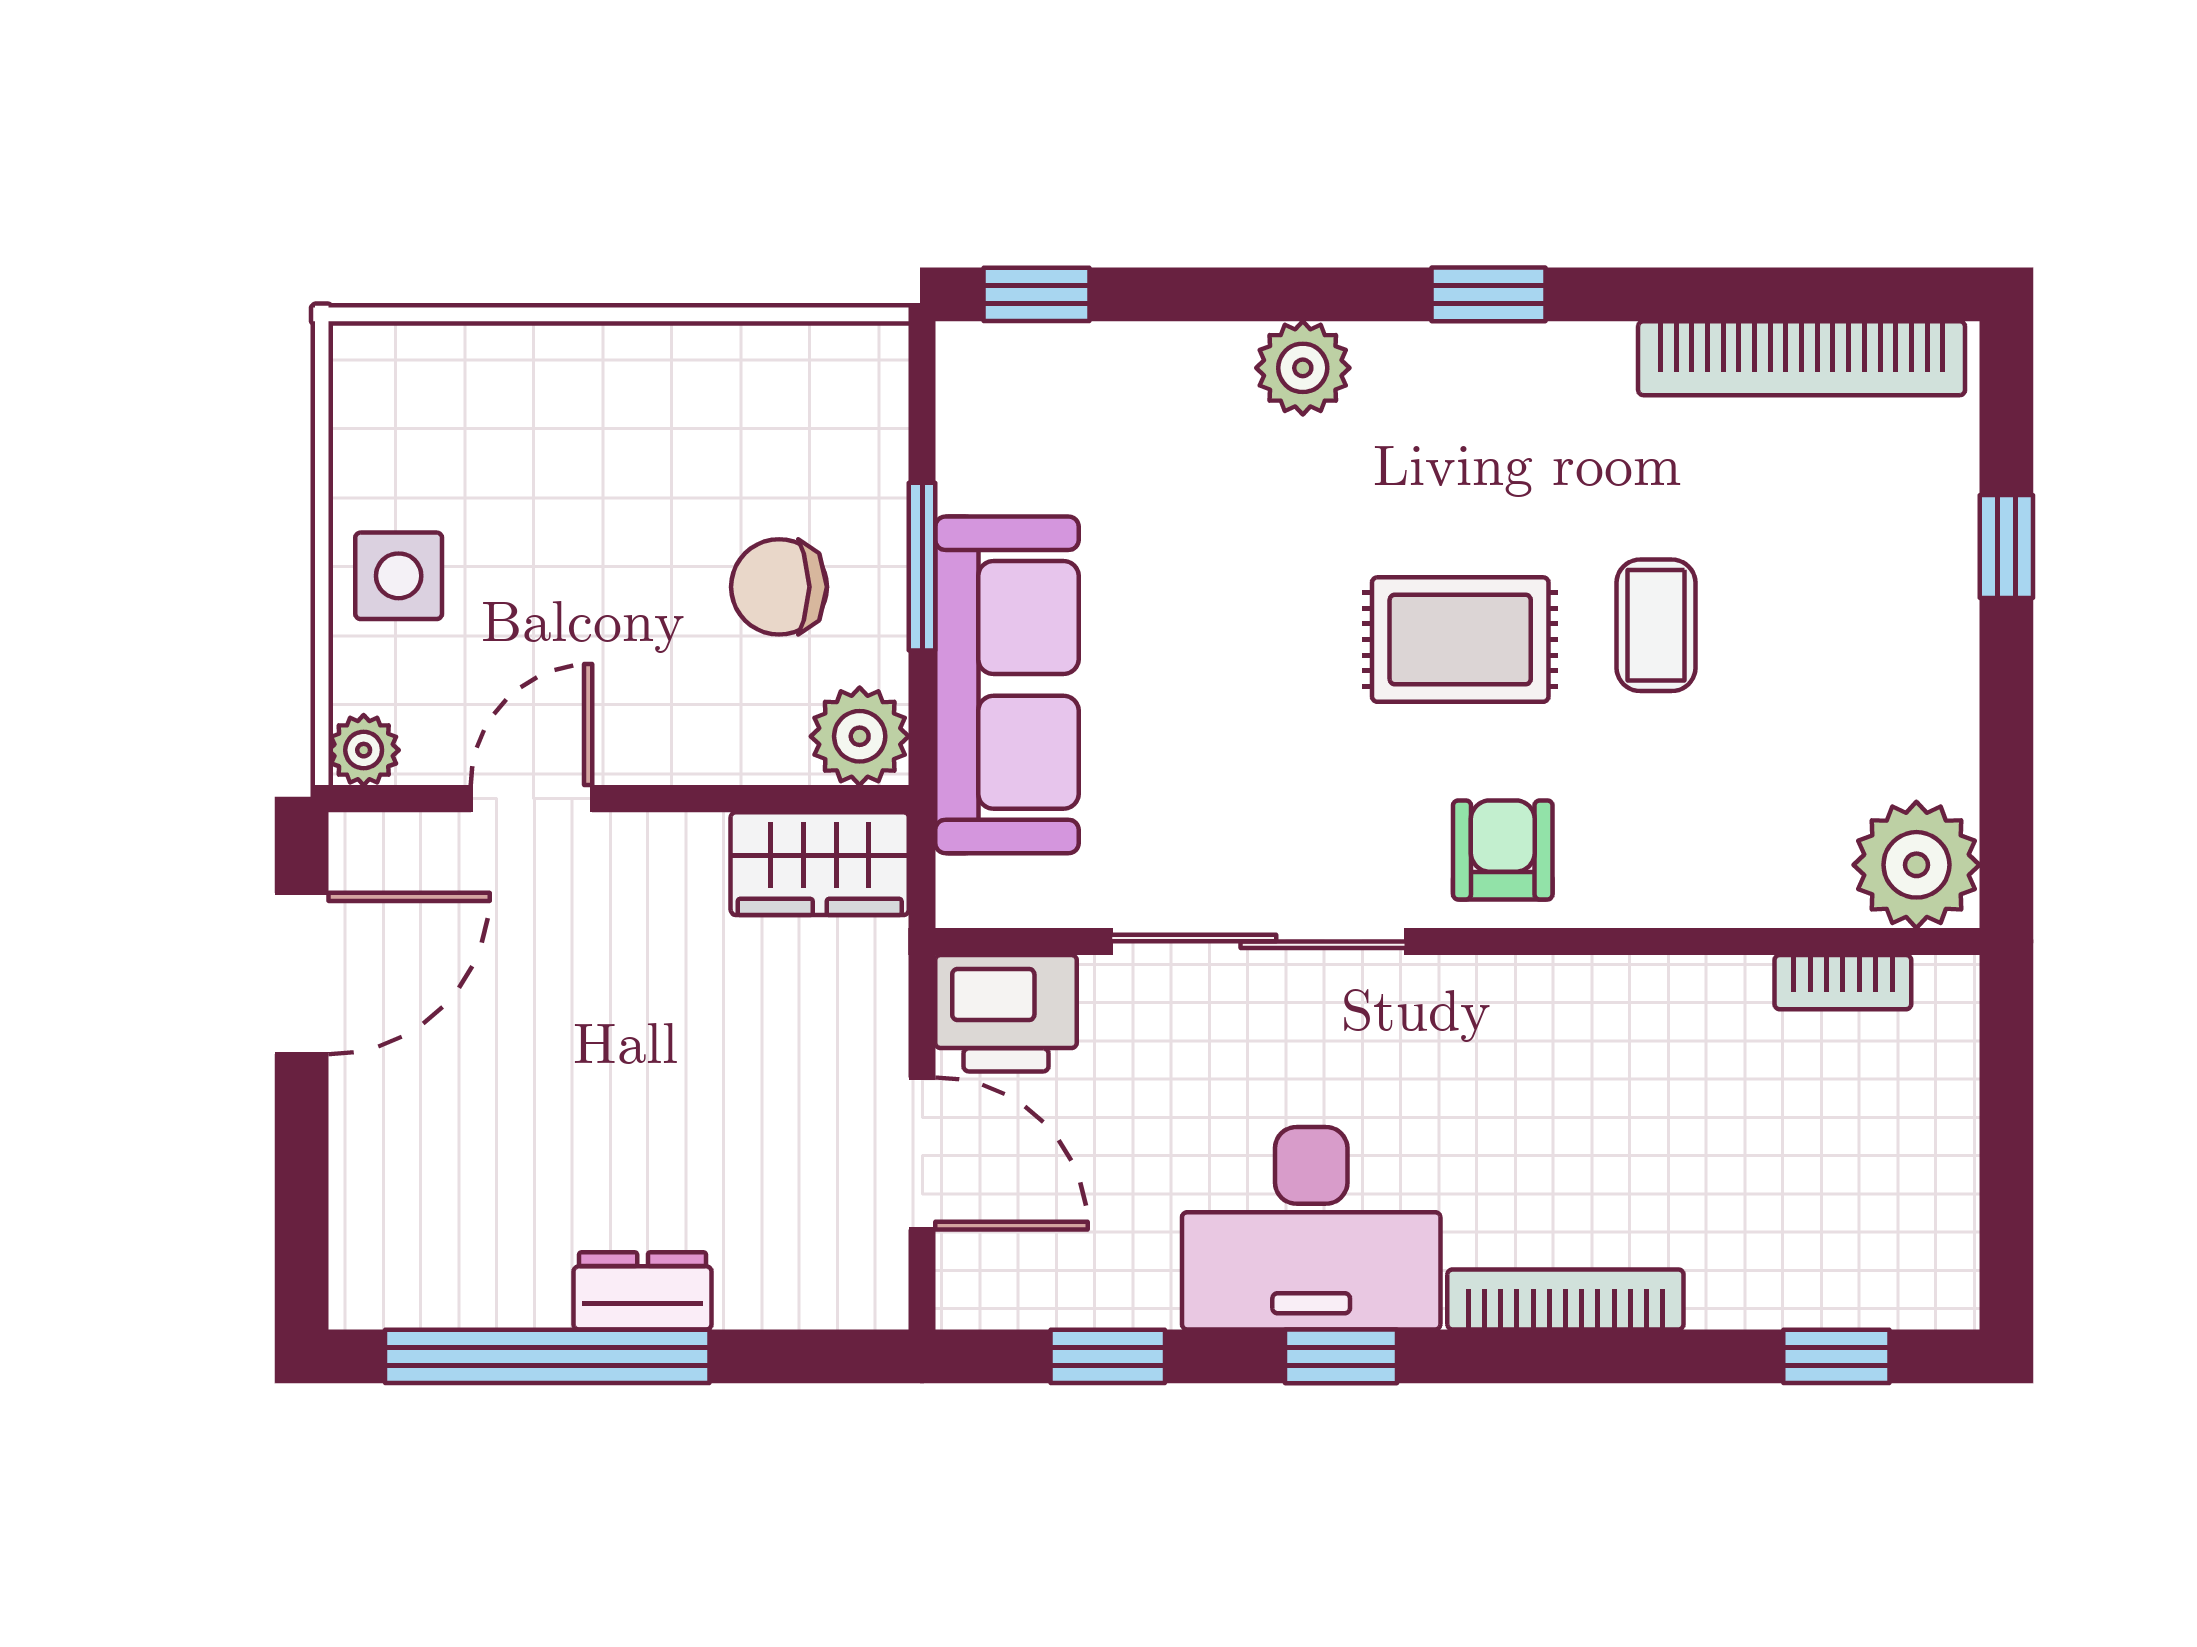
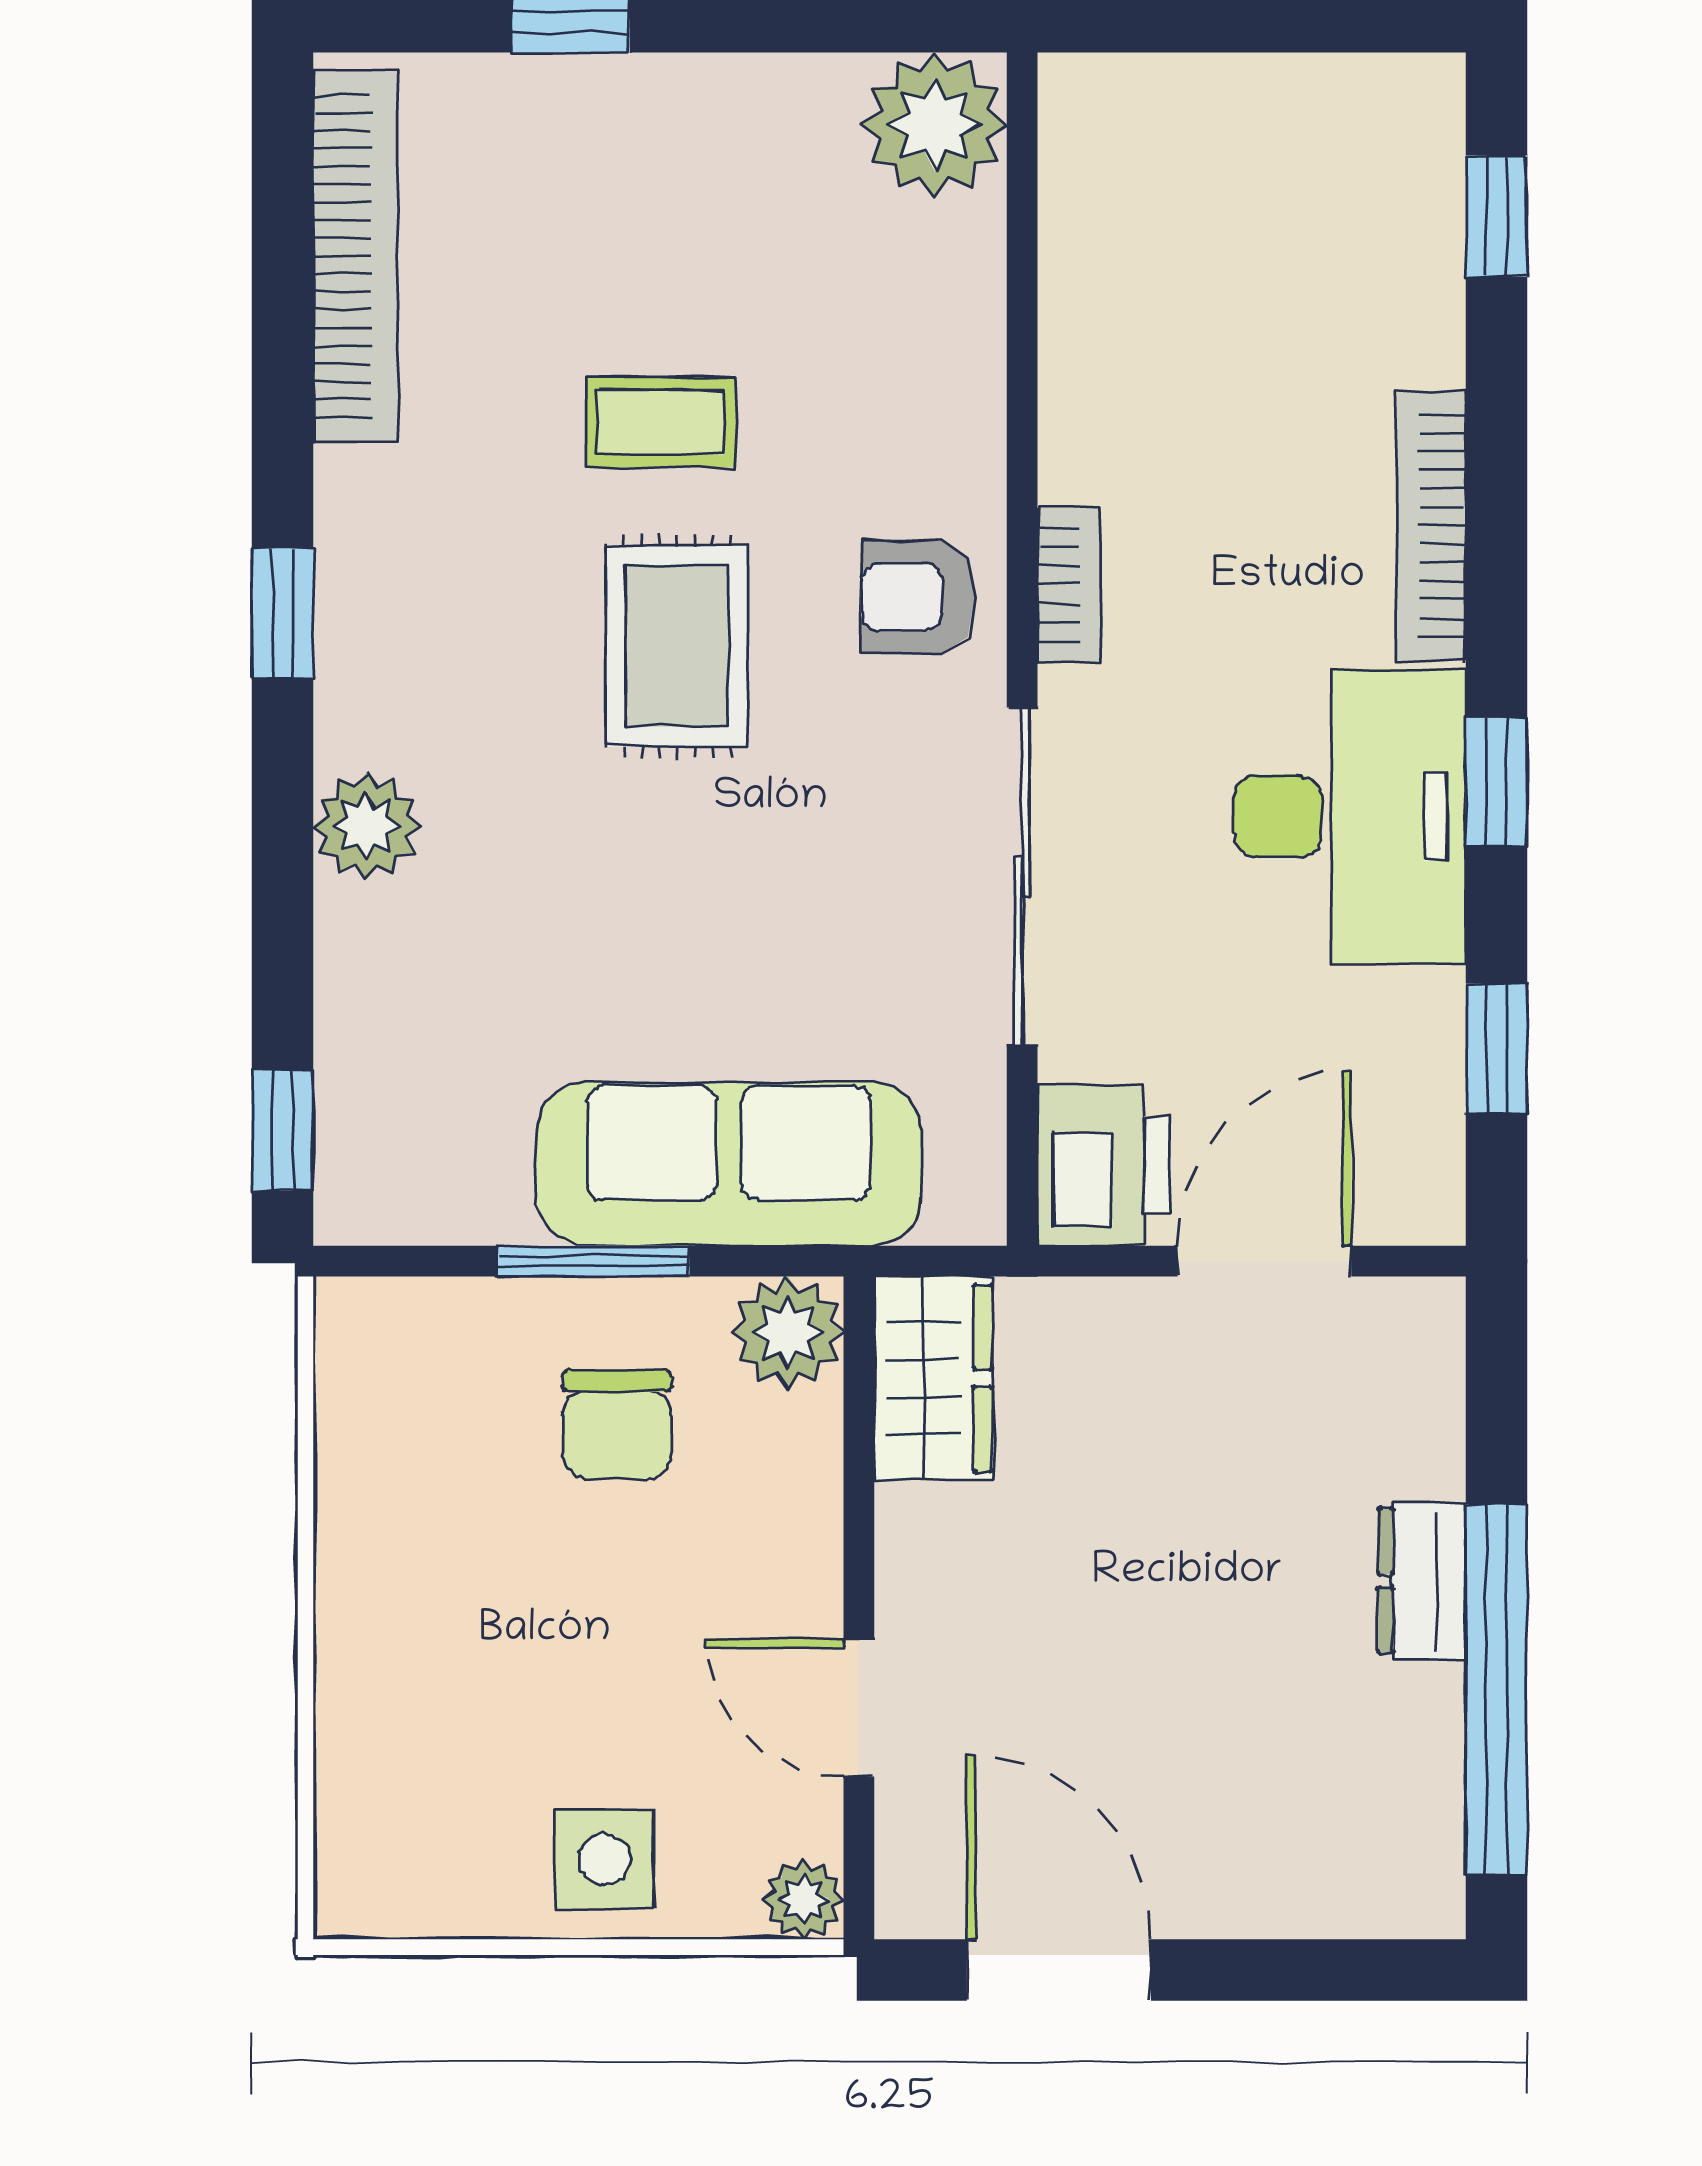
bookcase: (1843, 982) -> (1069, 584), moved

